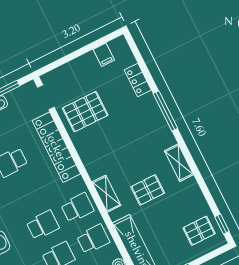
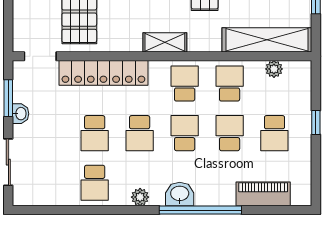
school desk: (27, 194) -> (140, 133), added
shelving: (106, 194) -> (165, 42), moved

